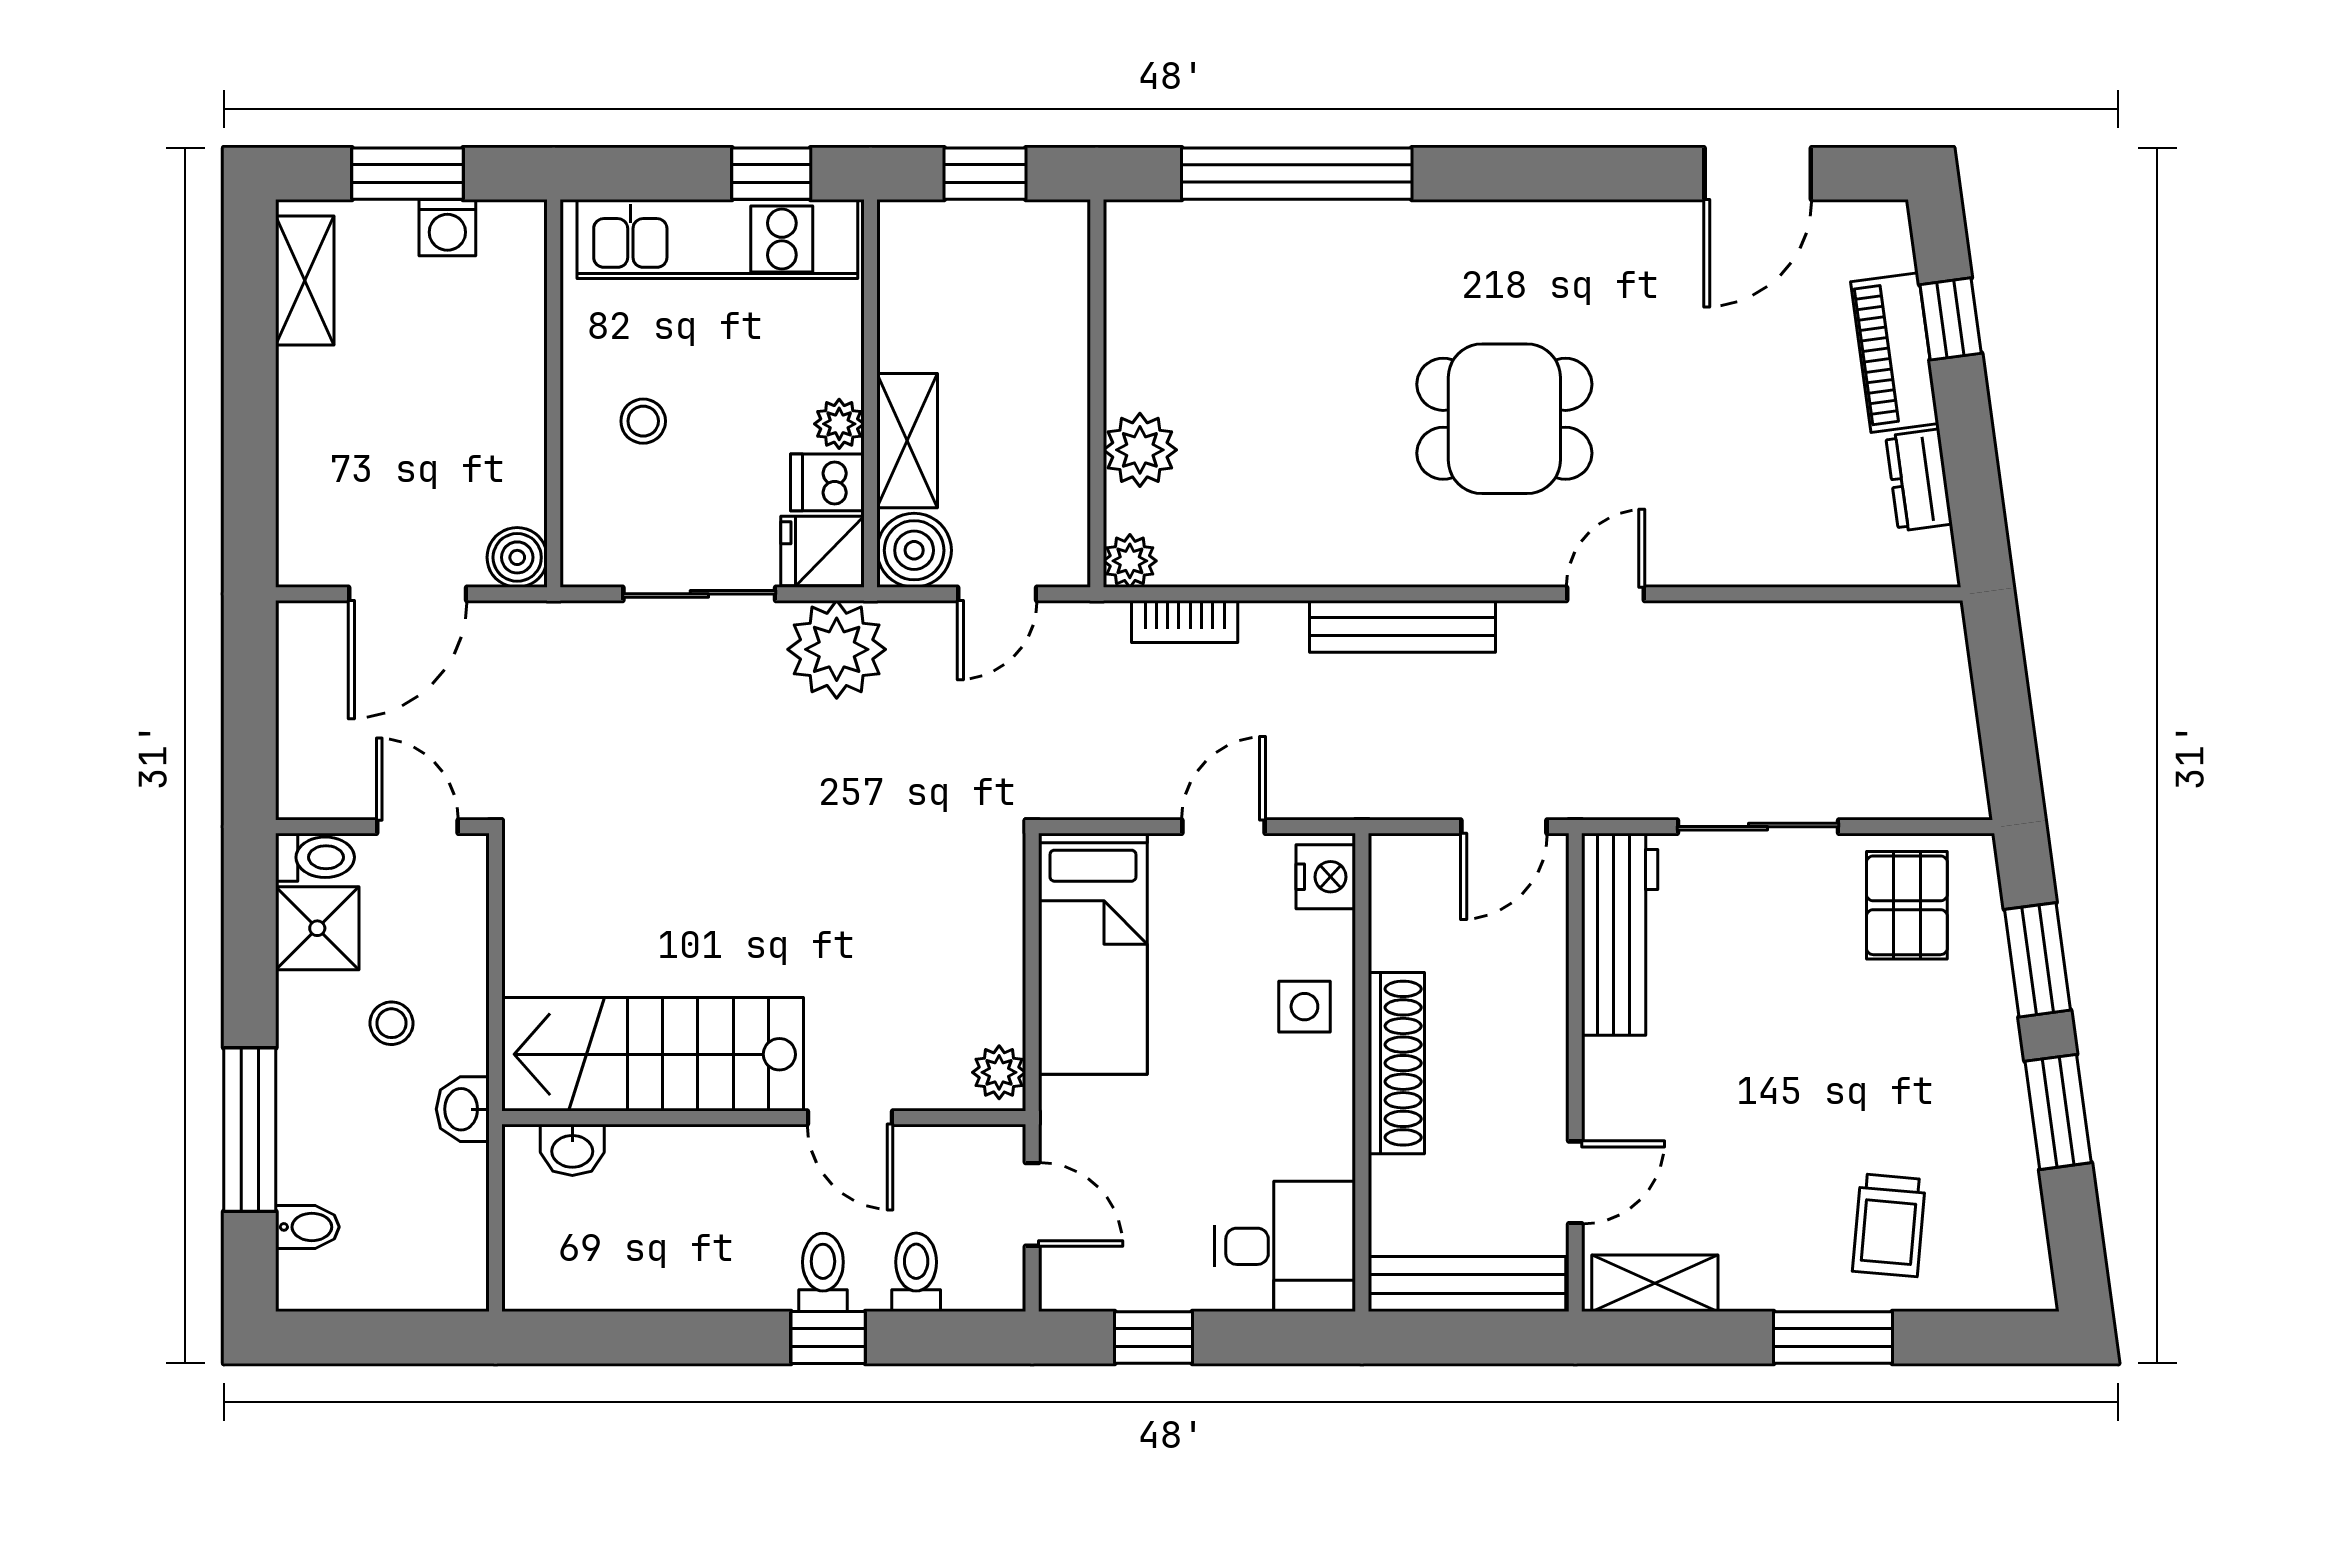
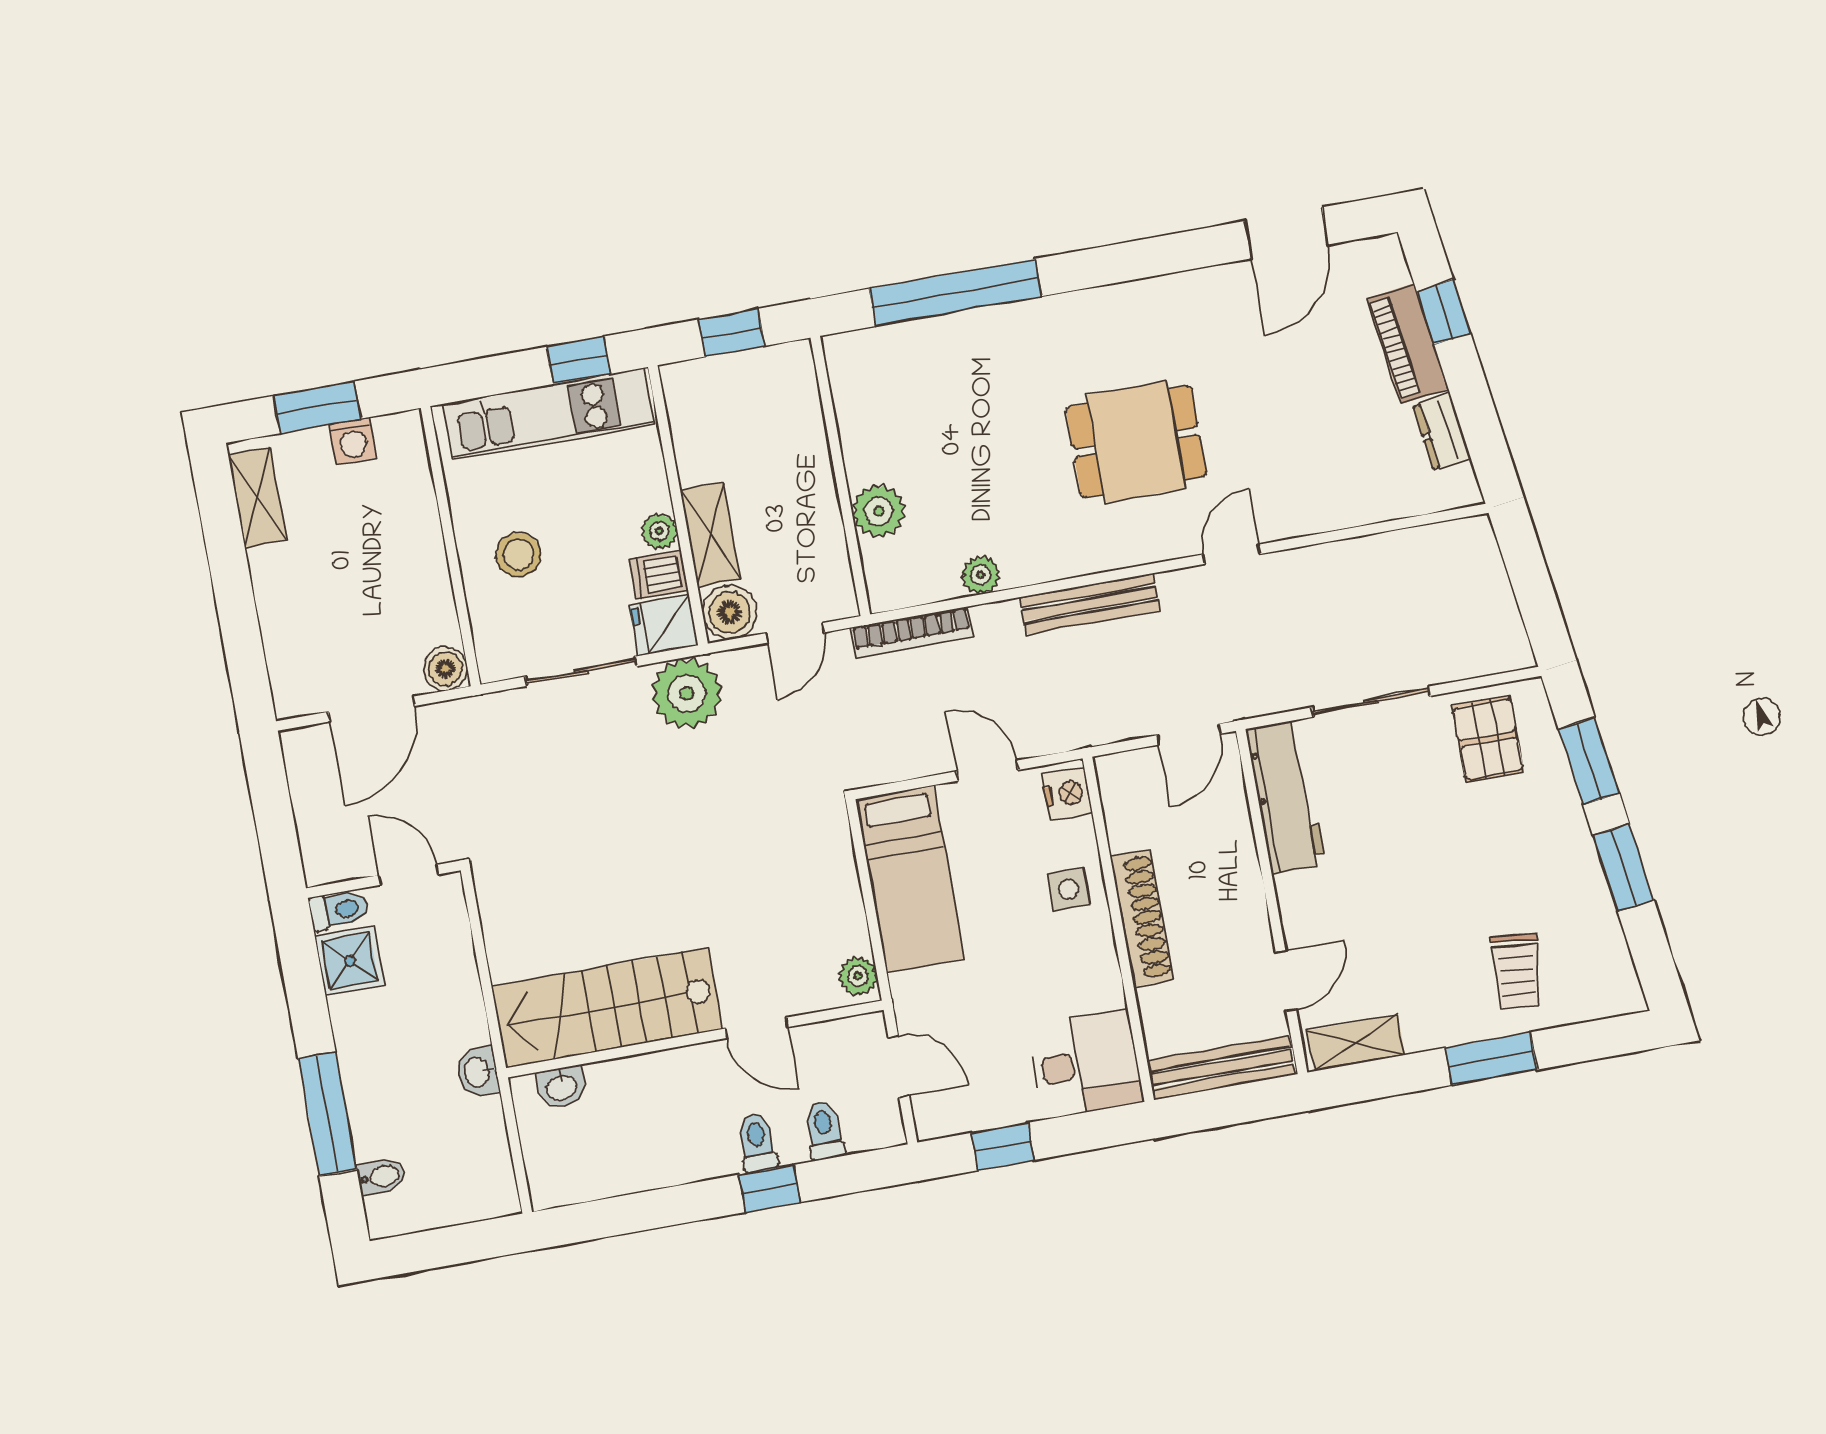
stool: (643, 421) -> (518, 555), width x1.37, depth x1.37
plant: (1130, 561) -> (981, 575), moved
bookcase: (1185, 622) -> (912, 632), width x1.56
door: (1223, 827) -> (987, 771), hinge flipped
stool: (392, 1023) -> (415, 1019), removed

